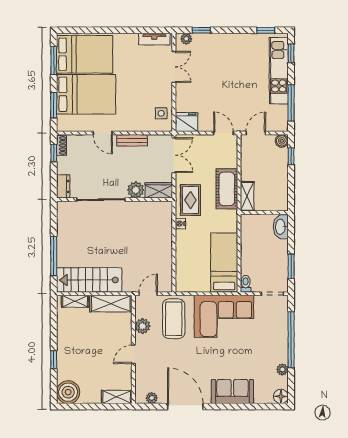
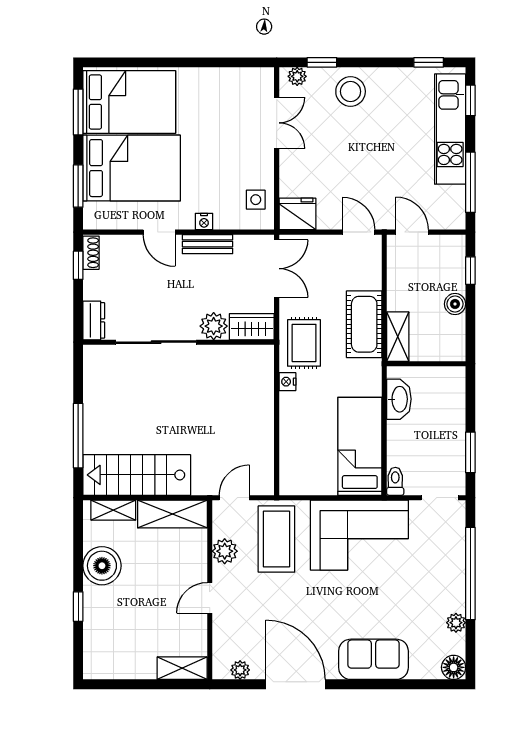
tv unit: (154, 39) -> (244, 77), removed
stool: (219, 48) -> (351, 91), added
nightstand: (130, 127) -> (204, 222), added
door: (256, 133) -> (412, 232), hinge flipped
boiler: (282, 141) -> (455, 304), moved
washbasin: (281, 227) -> (399, 399), moved, turned 180
boiler: (68, 392) -> (102, 566), moved

